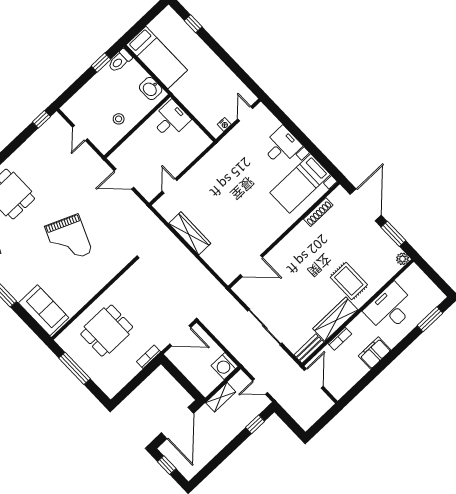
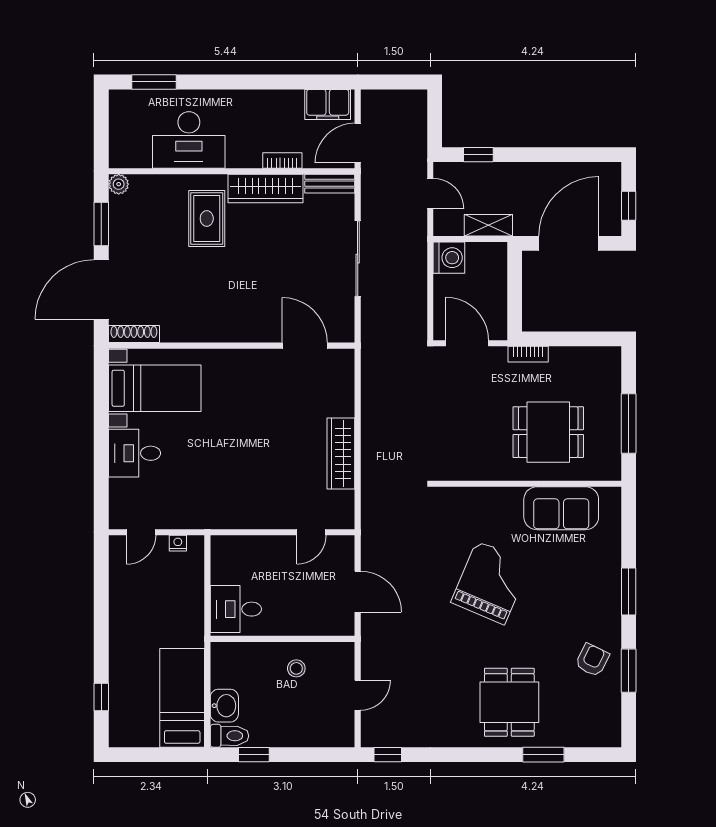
washbasin: (151, 88) -> (224, 706), moved
shoe rack: (318, 212) -> (134, 334), moved
sofa: (44, 310) -> (561, 508), moved, turned -90
filing cabinet: (375, 353) -> (328, 104), moved

